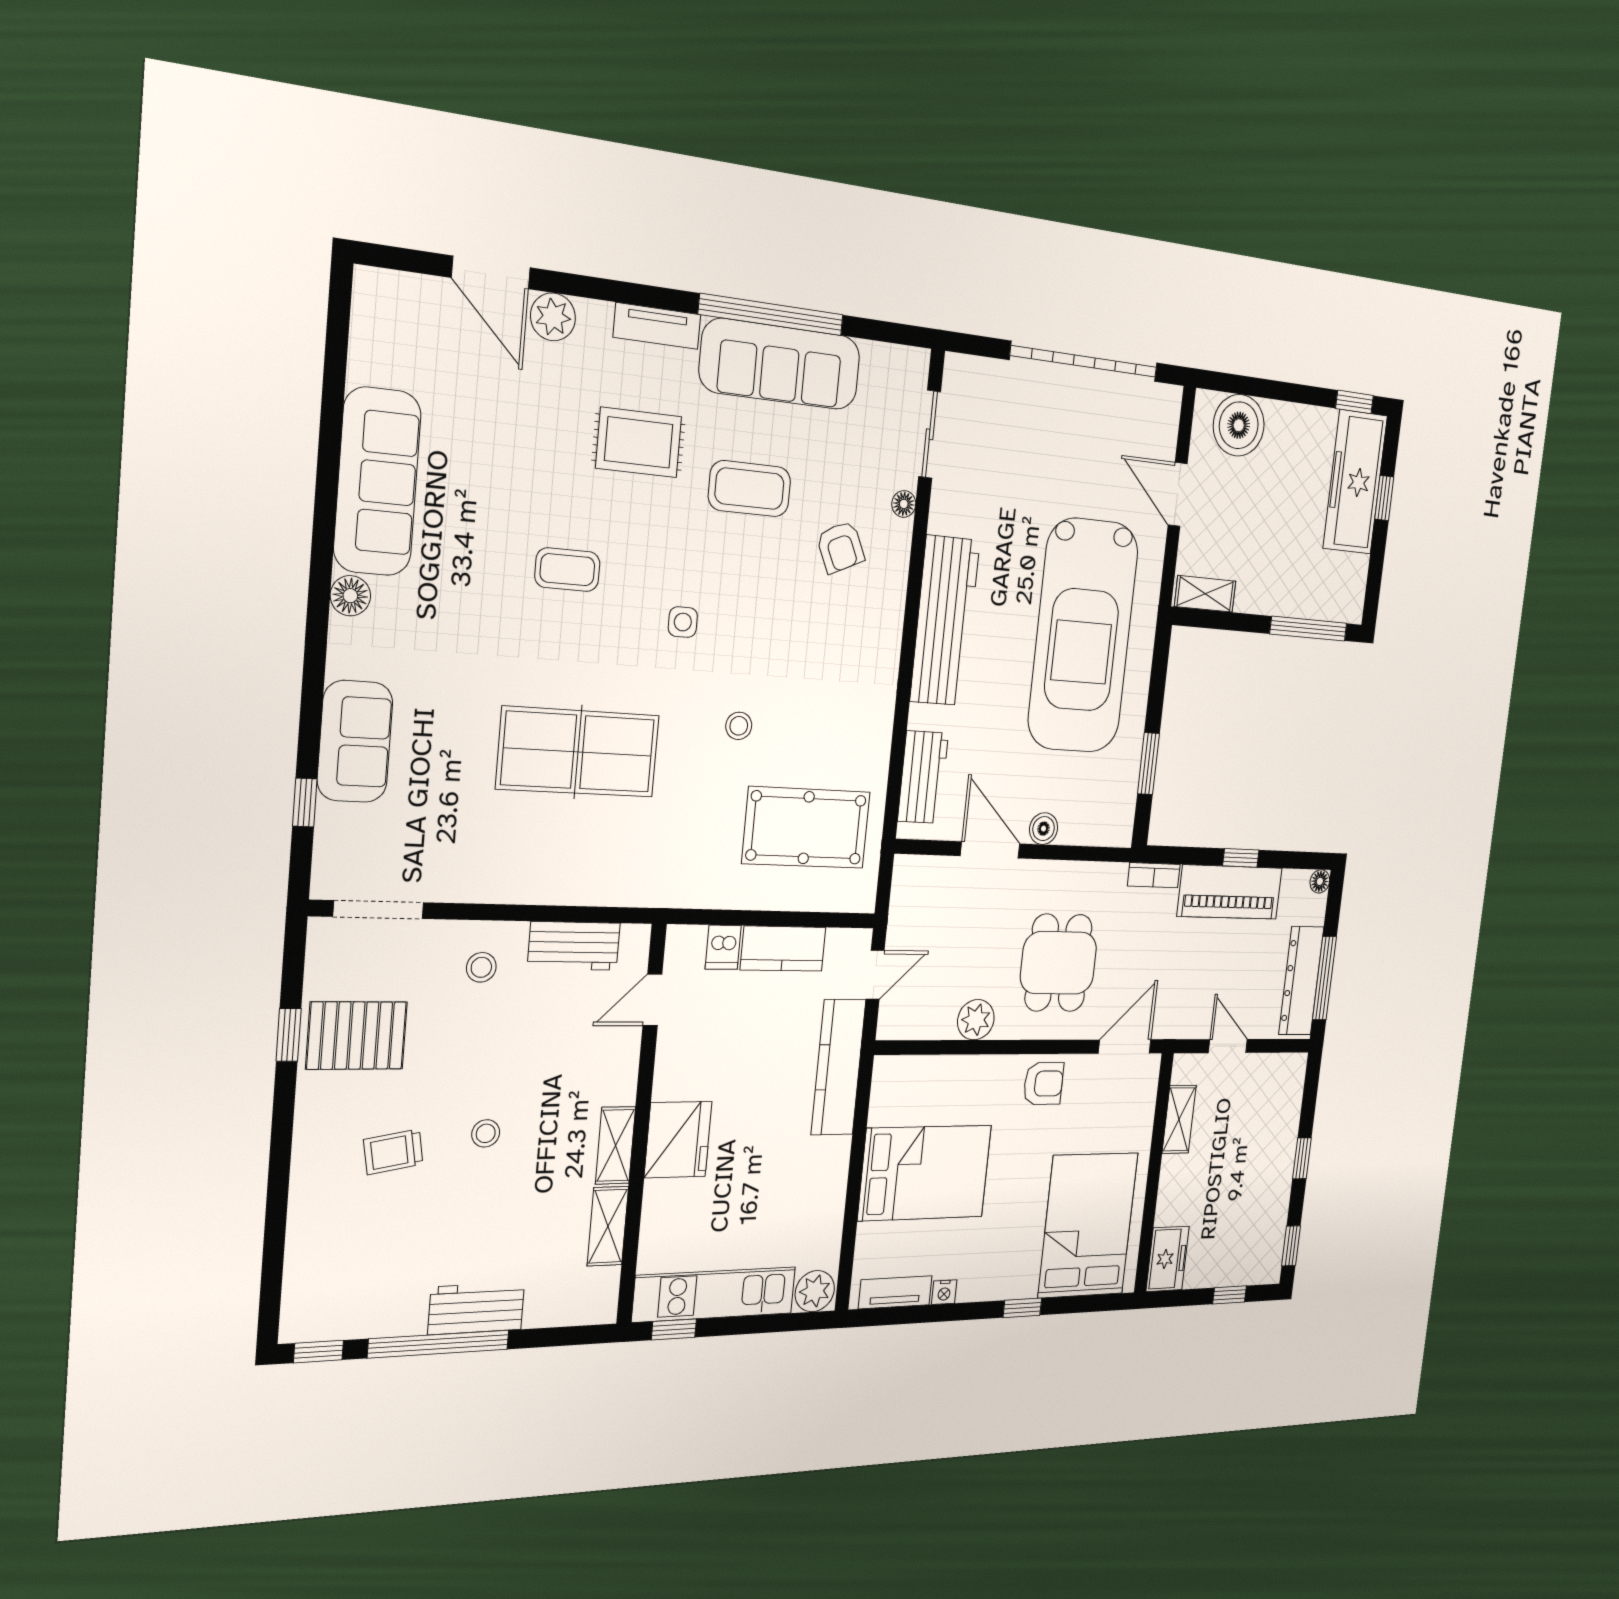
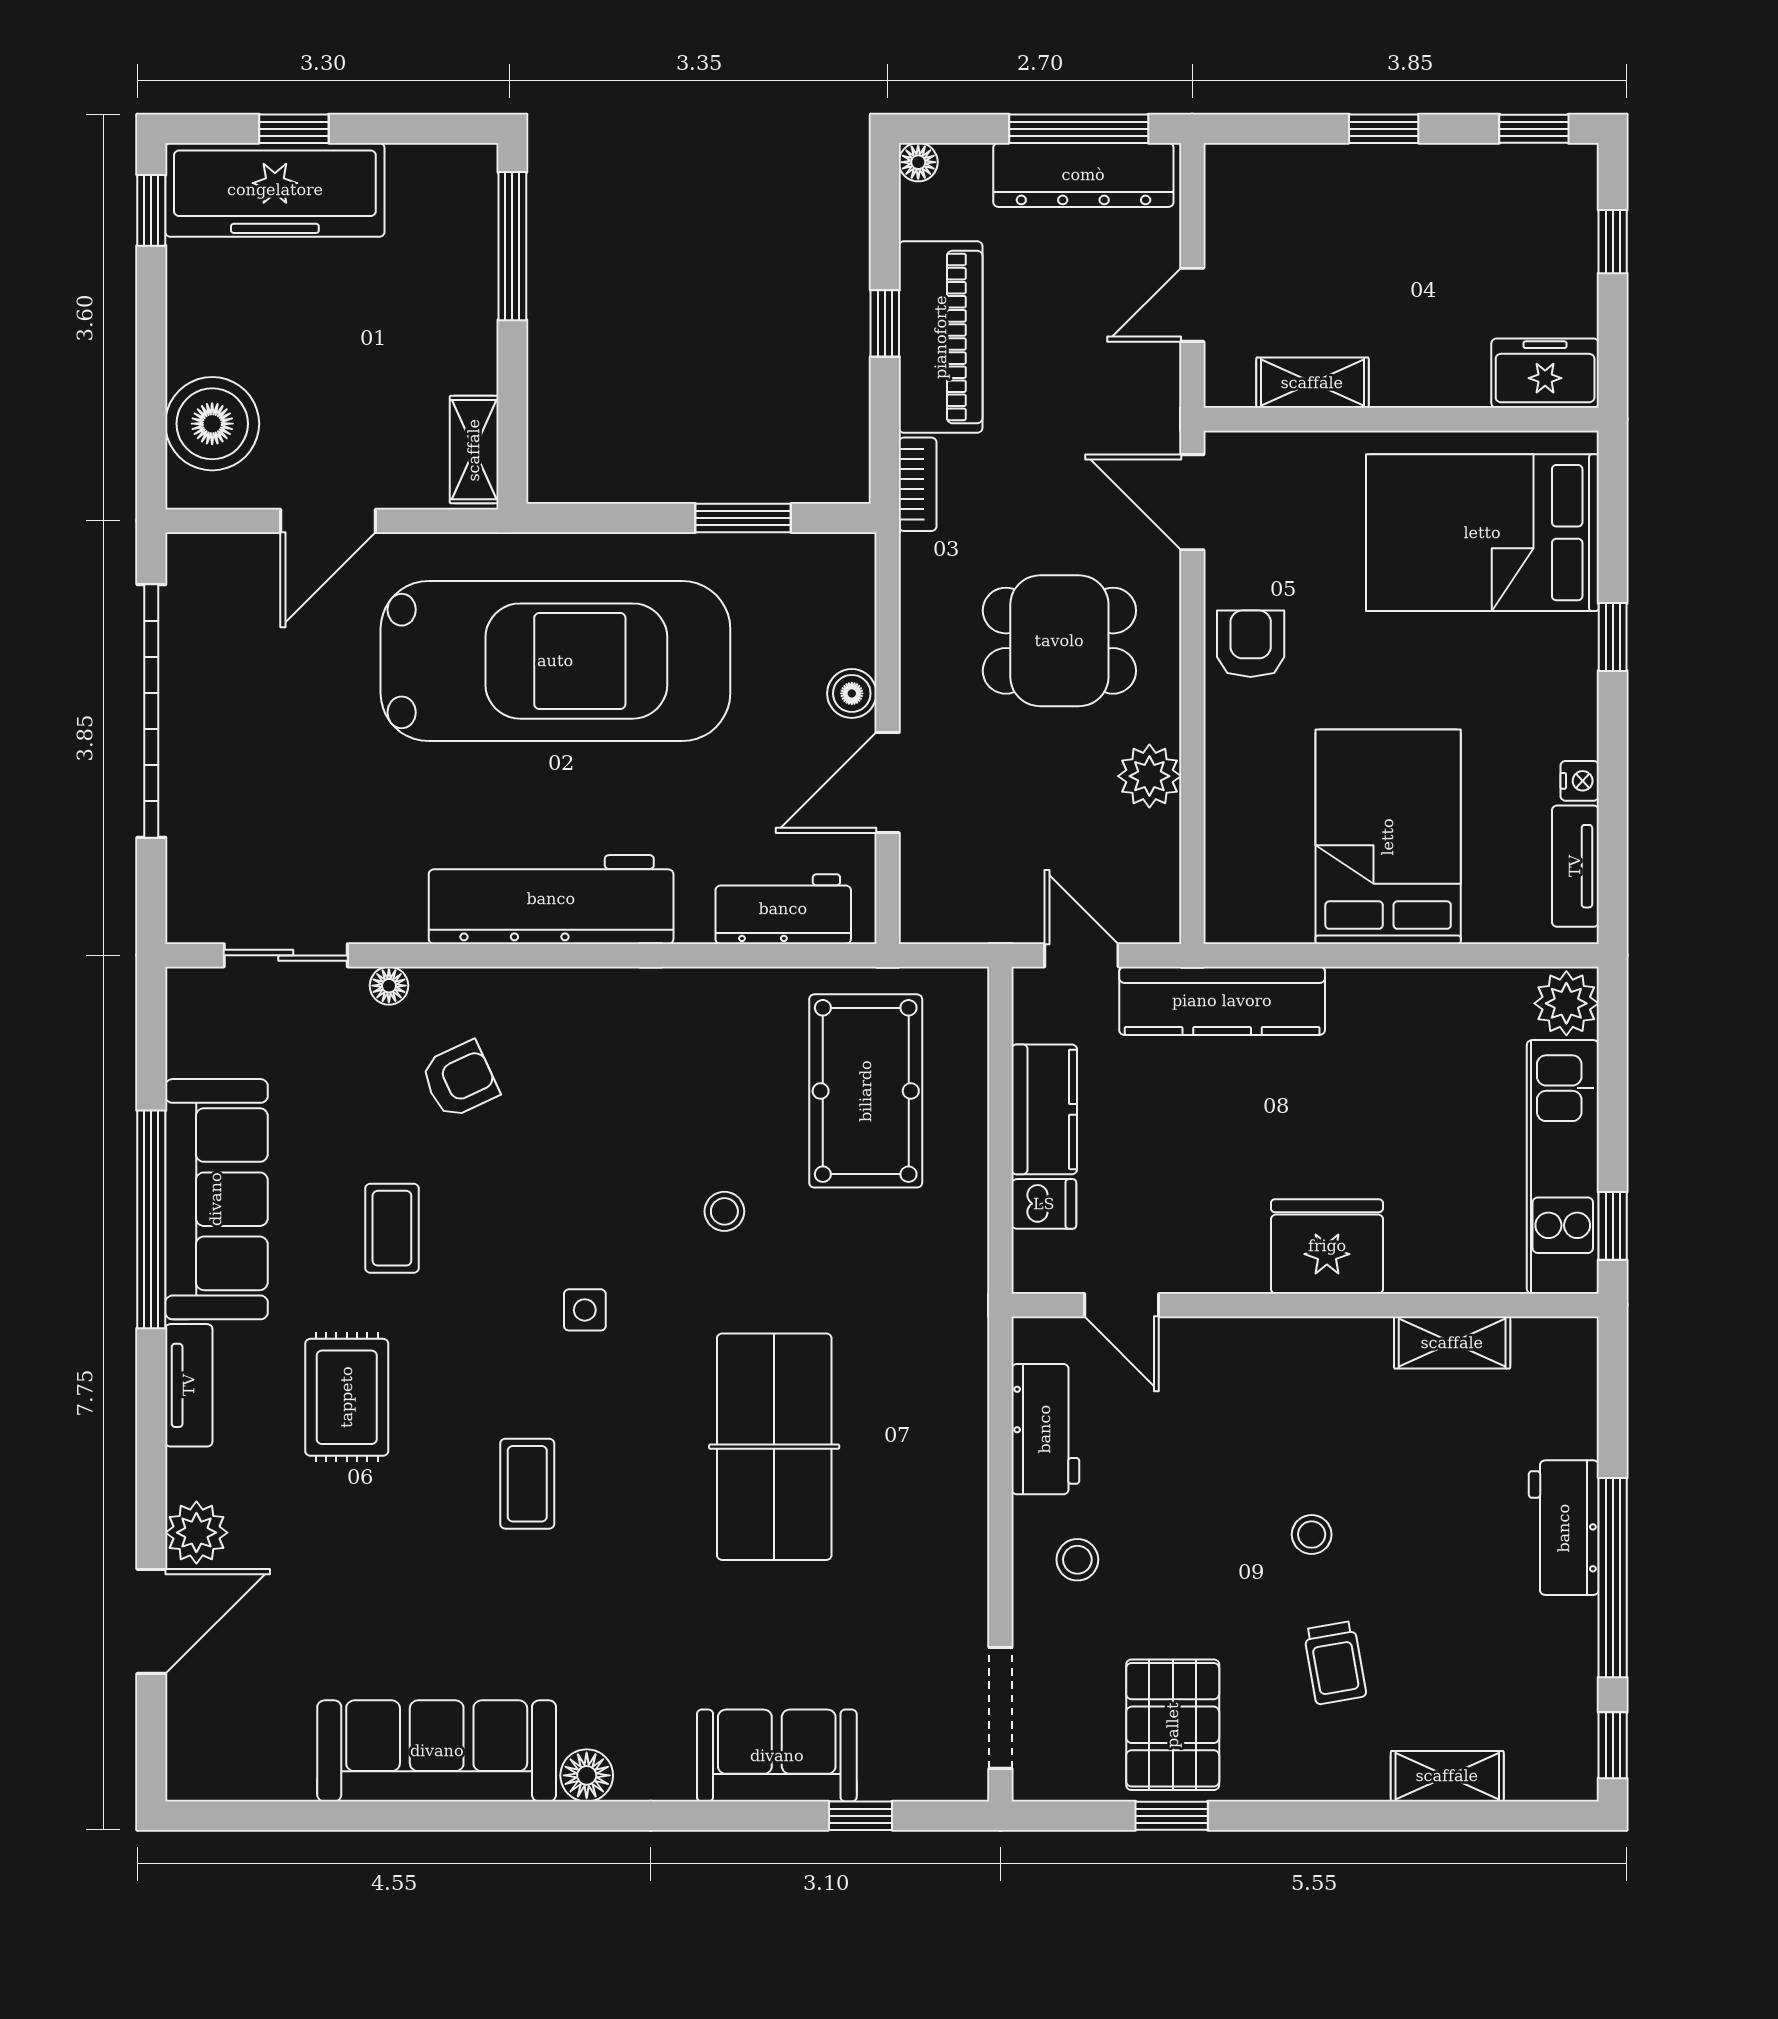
coffee table: (749, 489) -> (392, 1228), width x0.73, depth x0.77
shelving: (615, 1145) -> (1447, 1776), moved

